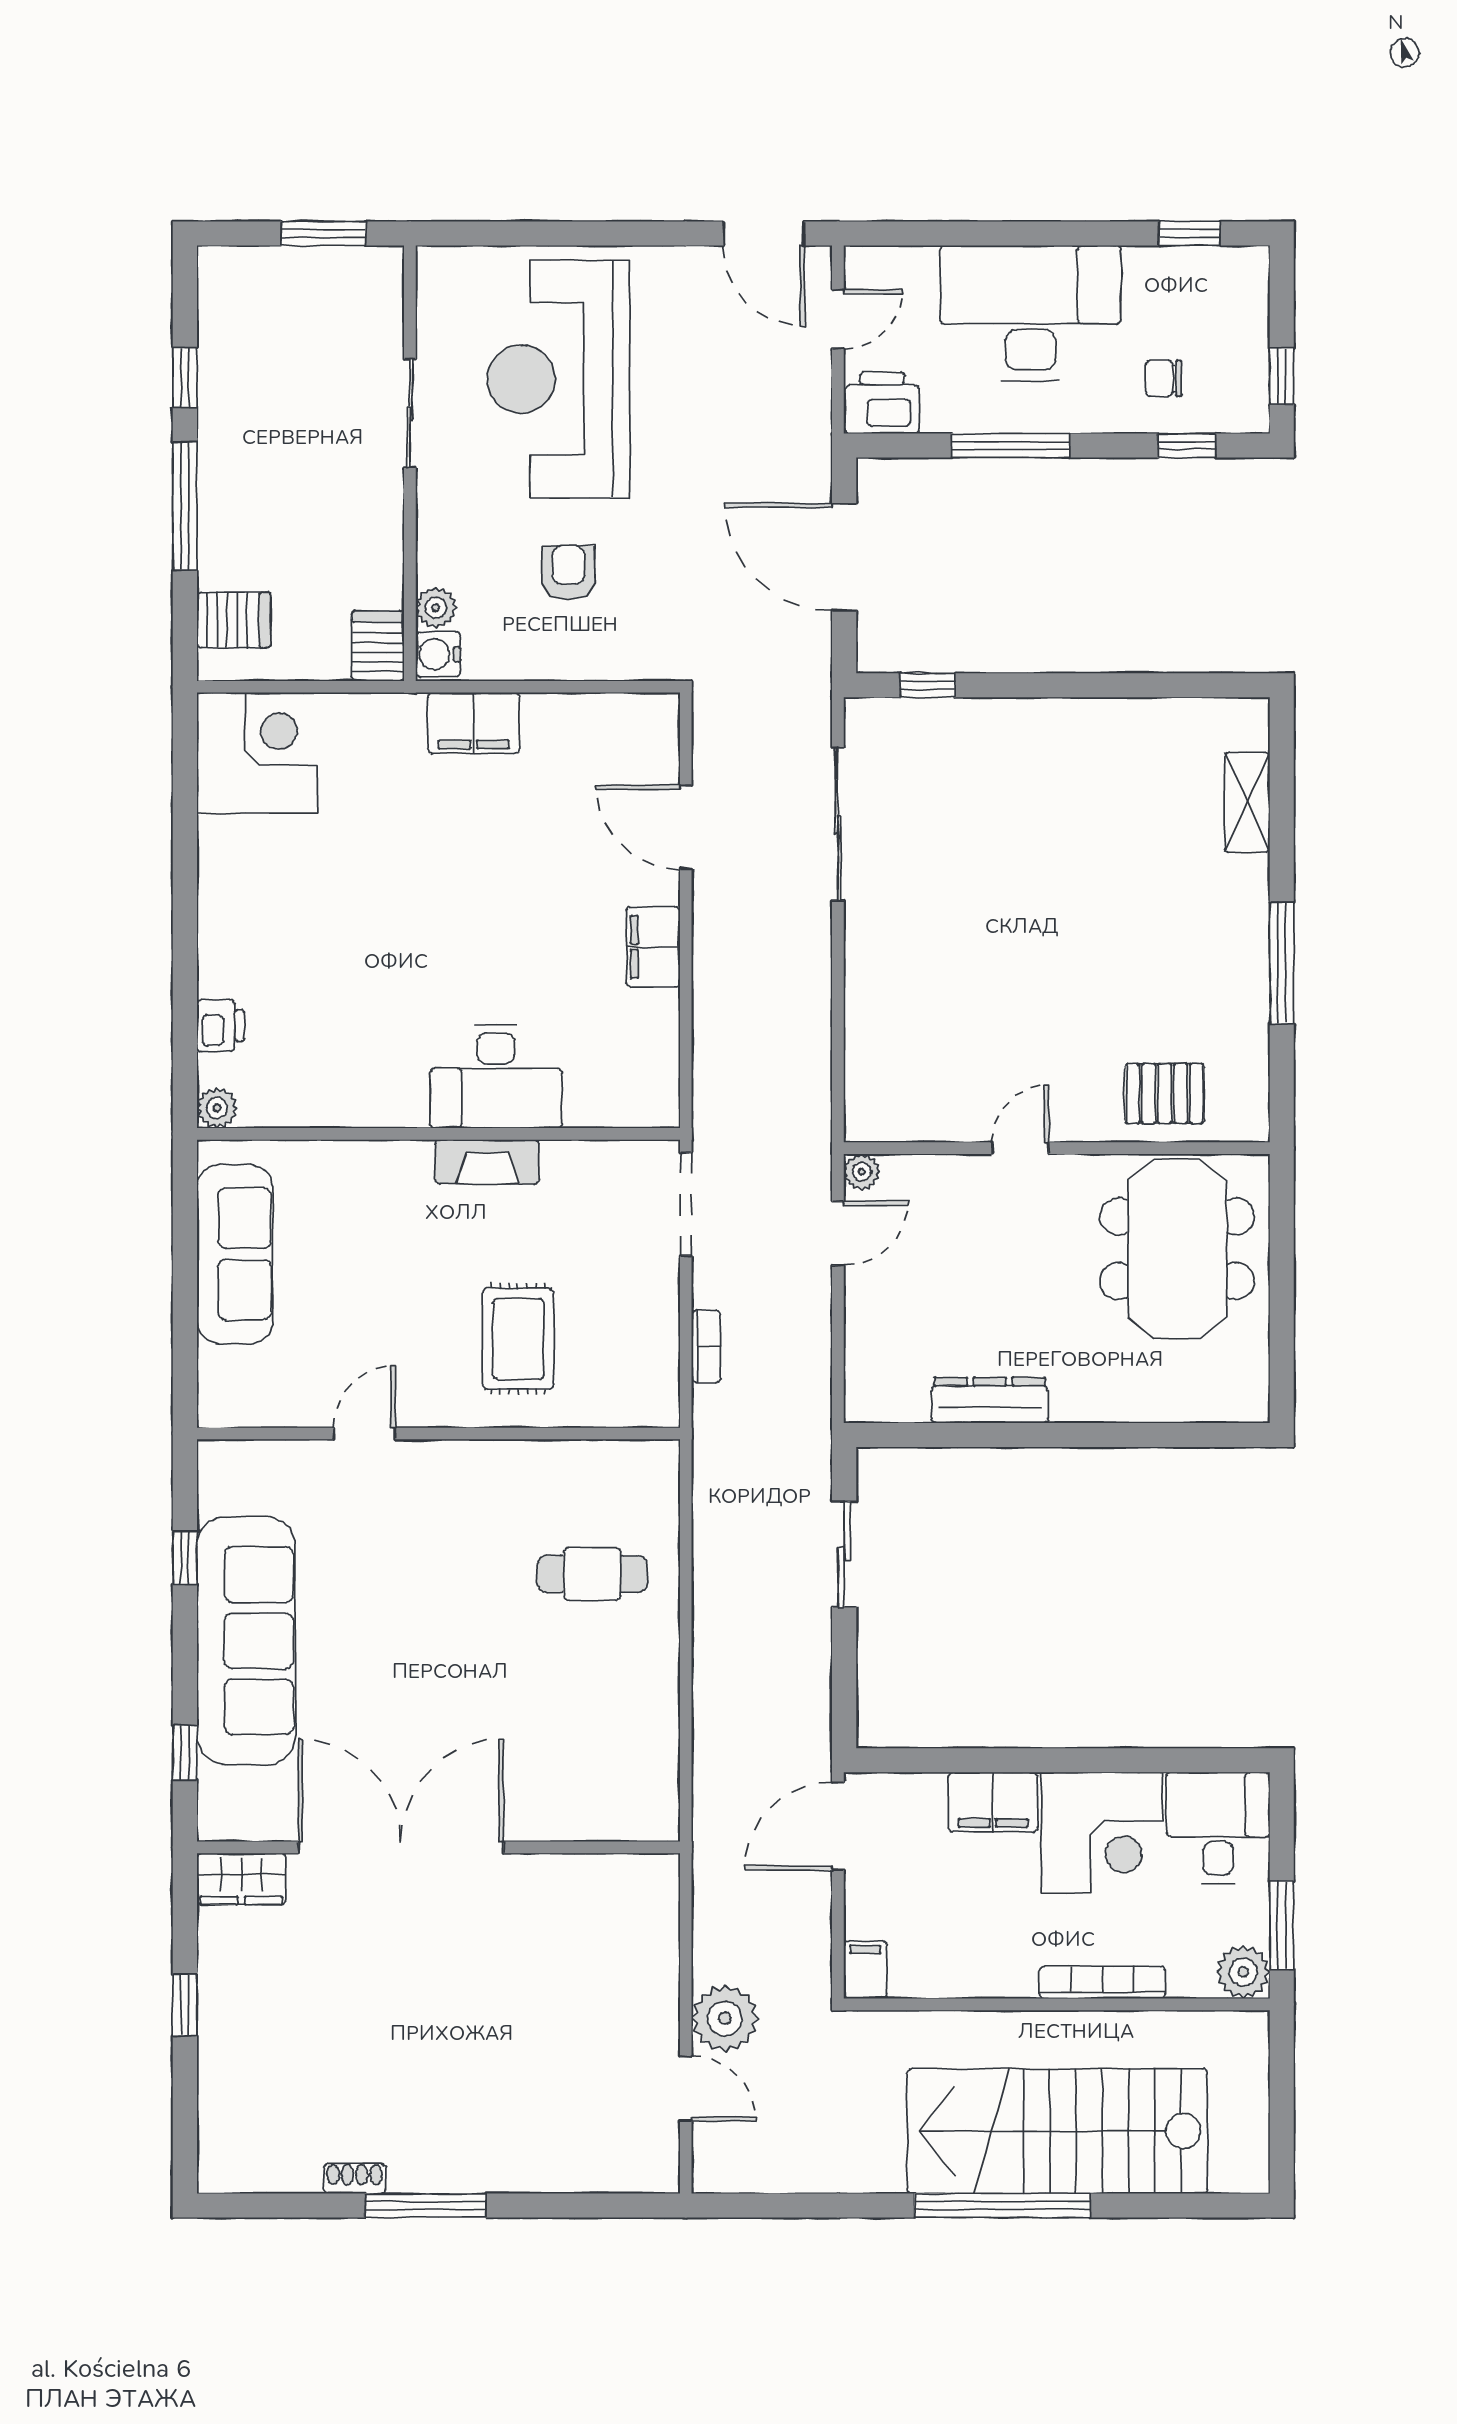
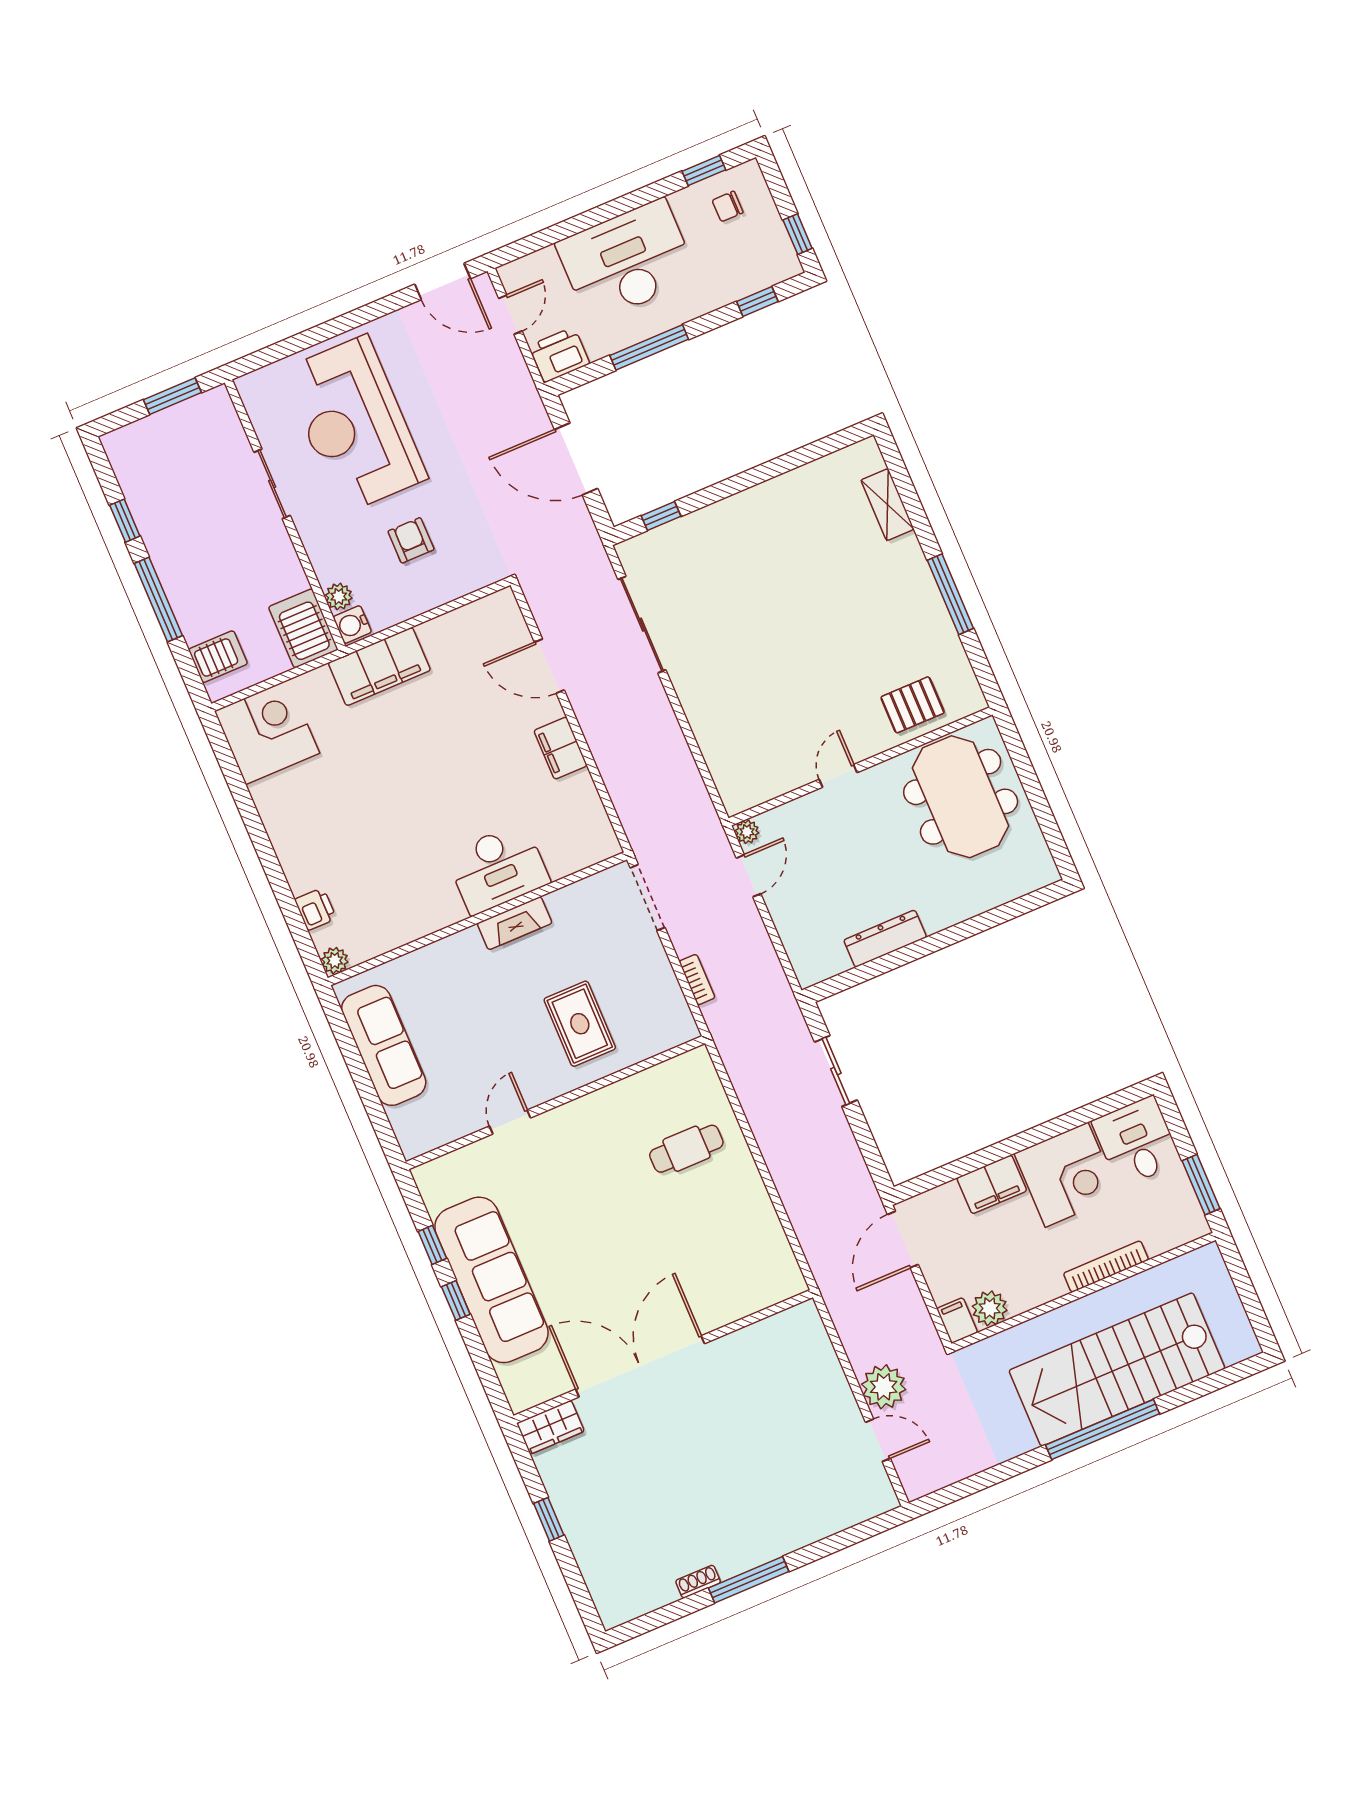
chair: (1164, 378) -> (728, 206), moved
server rack: (378, 646) -> (303, 628), width x1.36, depth x1.44
filing cabinet: (474, 723) -> (379, 667), width x1.50, depth x1.17
window: (185, 1753) -> (456, 1300), moved
plant: (1243, 1972) -> (990, 1308), moved

